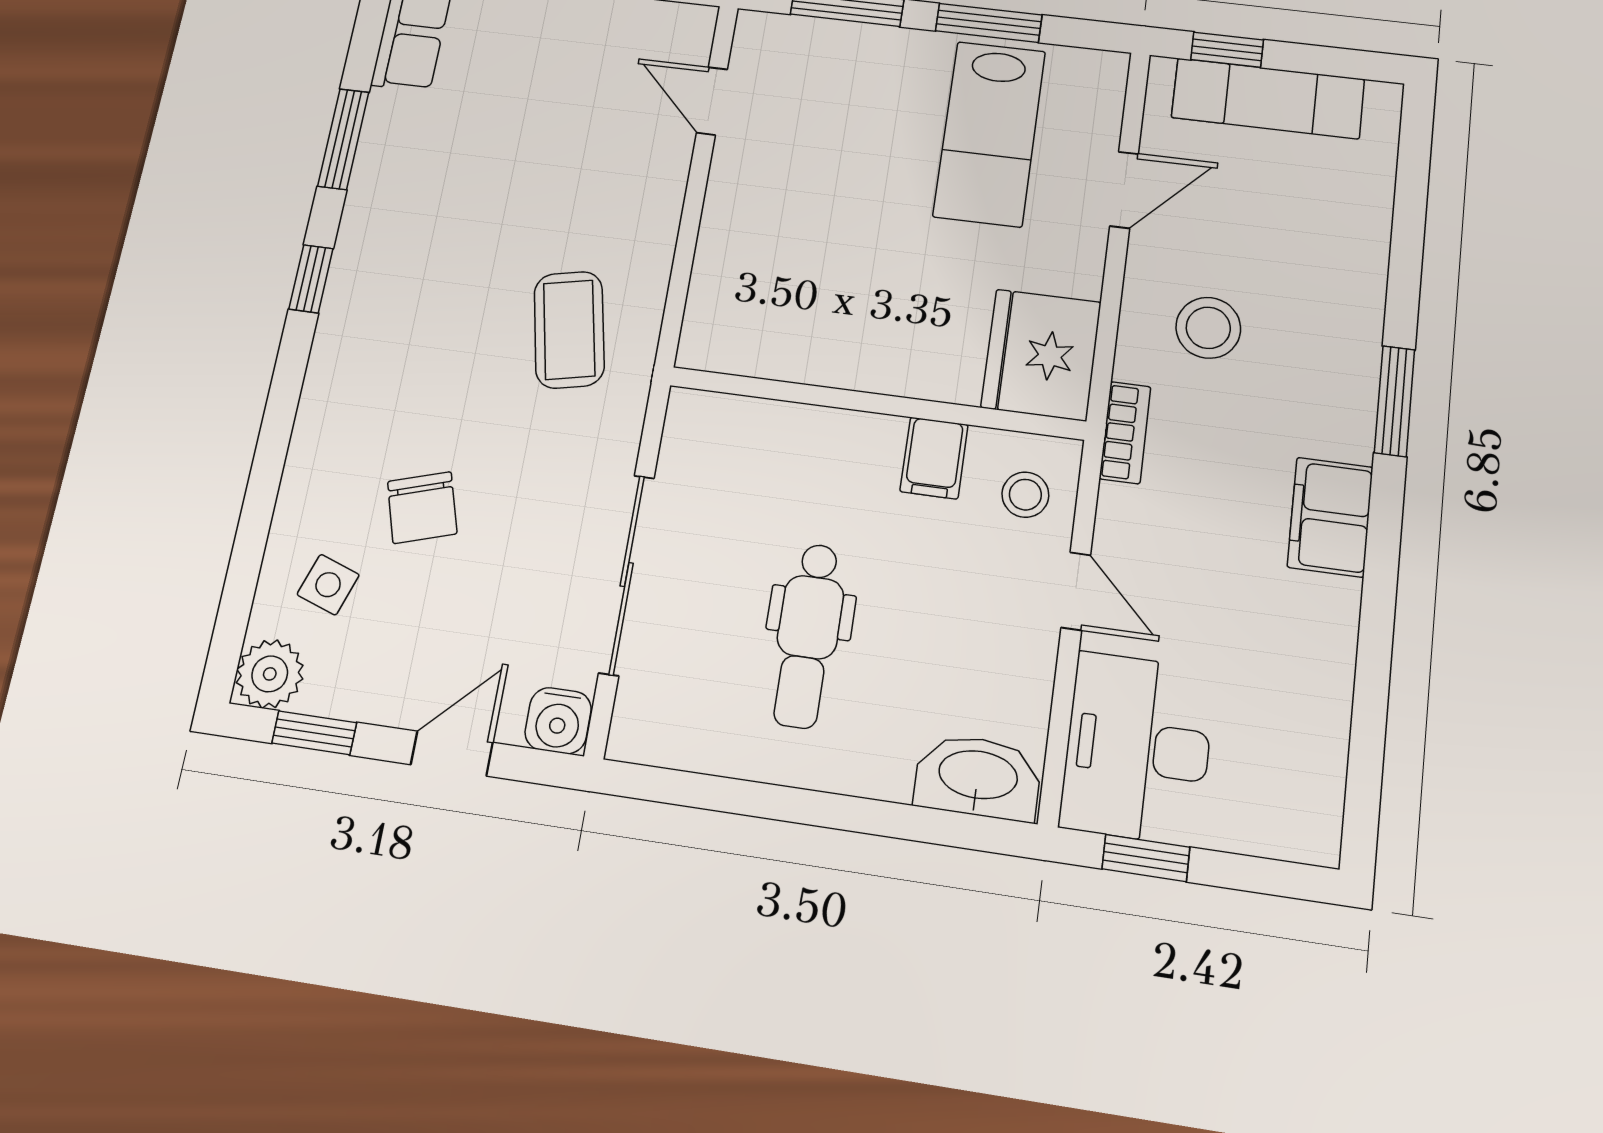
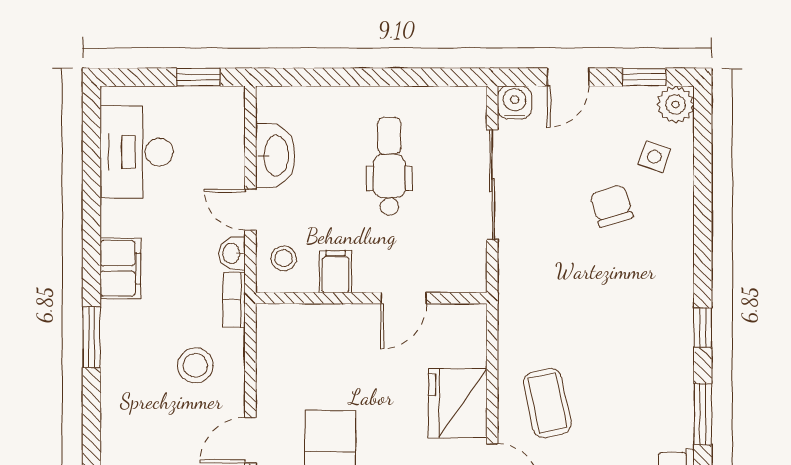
coffee table: (569, 330) -> (547, 403), moved
fridge: (1041, 355) -> (458, 403), moved, turned 180
door: (819, 396) -> (404, 298), added
washbasin: (1119, 516) -> (232, 253), added
desk: (1138, 748) -> (137, 152), moved, turned 180
washbasin: (978, 777) -> (275, 155), moved, turned -90

